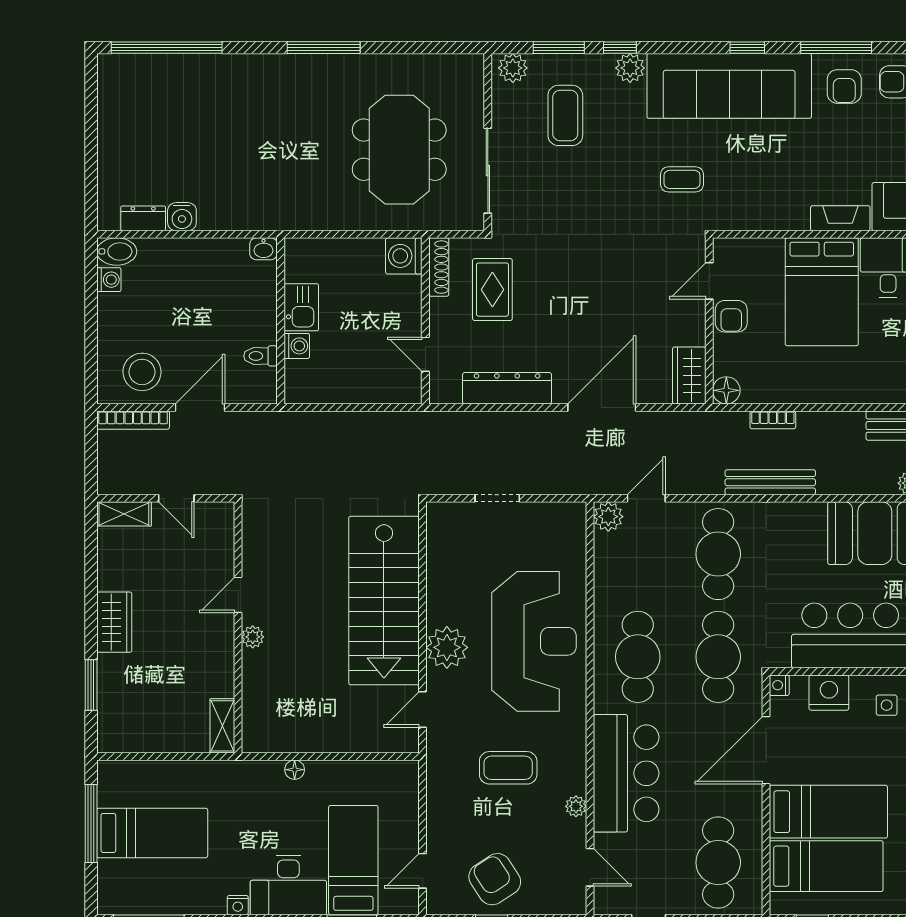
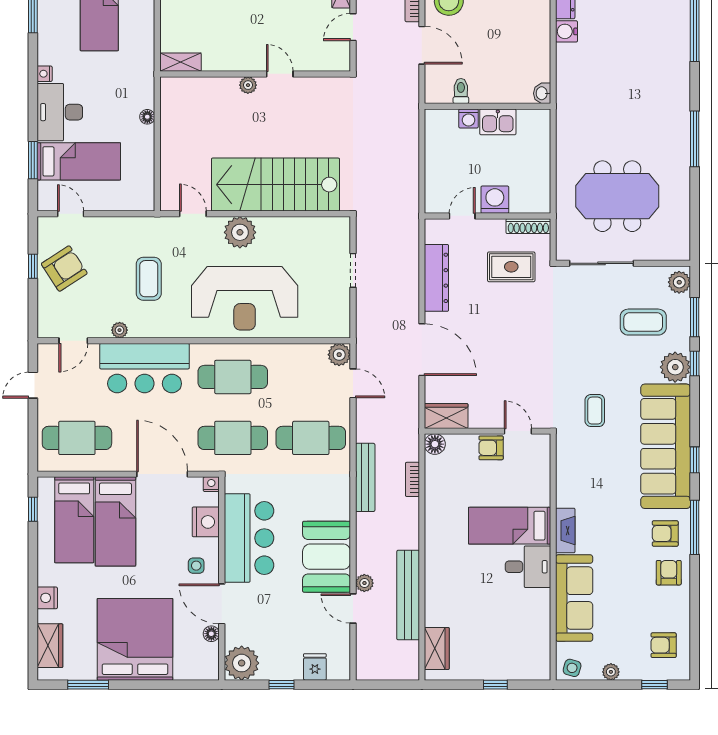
plant: (630, 68) -> (675, 367), width x1.36, depth x1.36
washing machine: (404, 256) -> (495, 200), moved
bed: (822, 292) -> (510, 526), width x0.67

